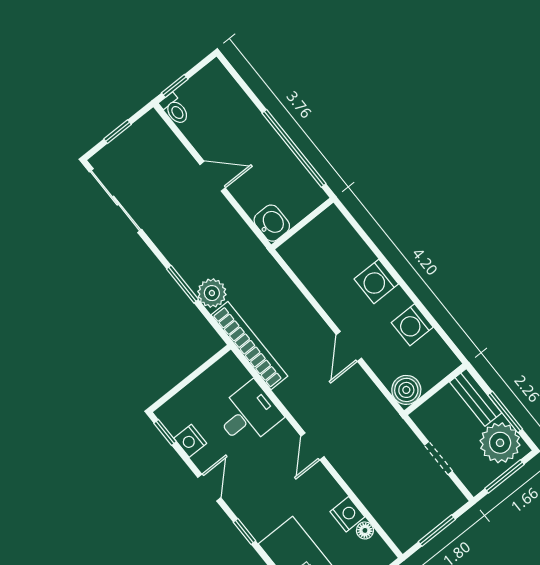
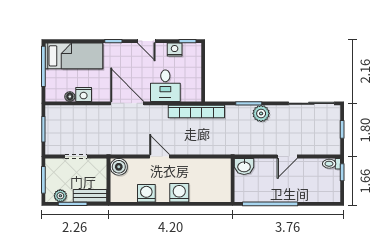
plant: (212, 293) -> (261, 113), moved
plant: (500, 443) -> (60, 196), width x0.53, depth x0.53
door: (312, 446) -> (127, 103), width x1.87

